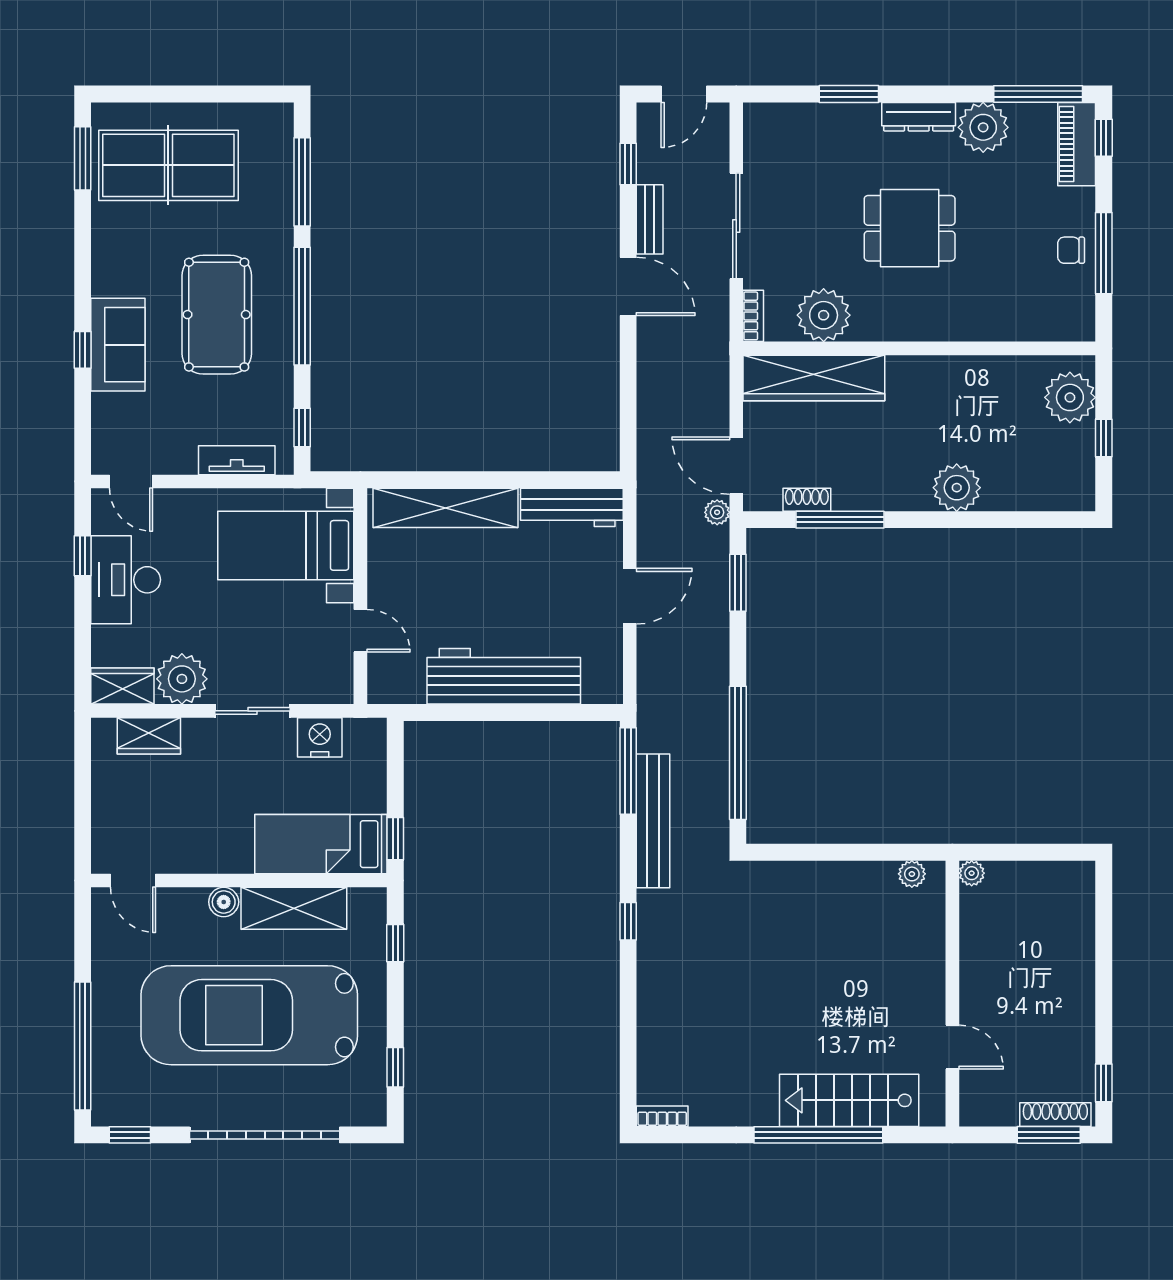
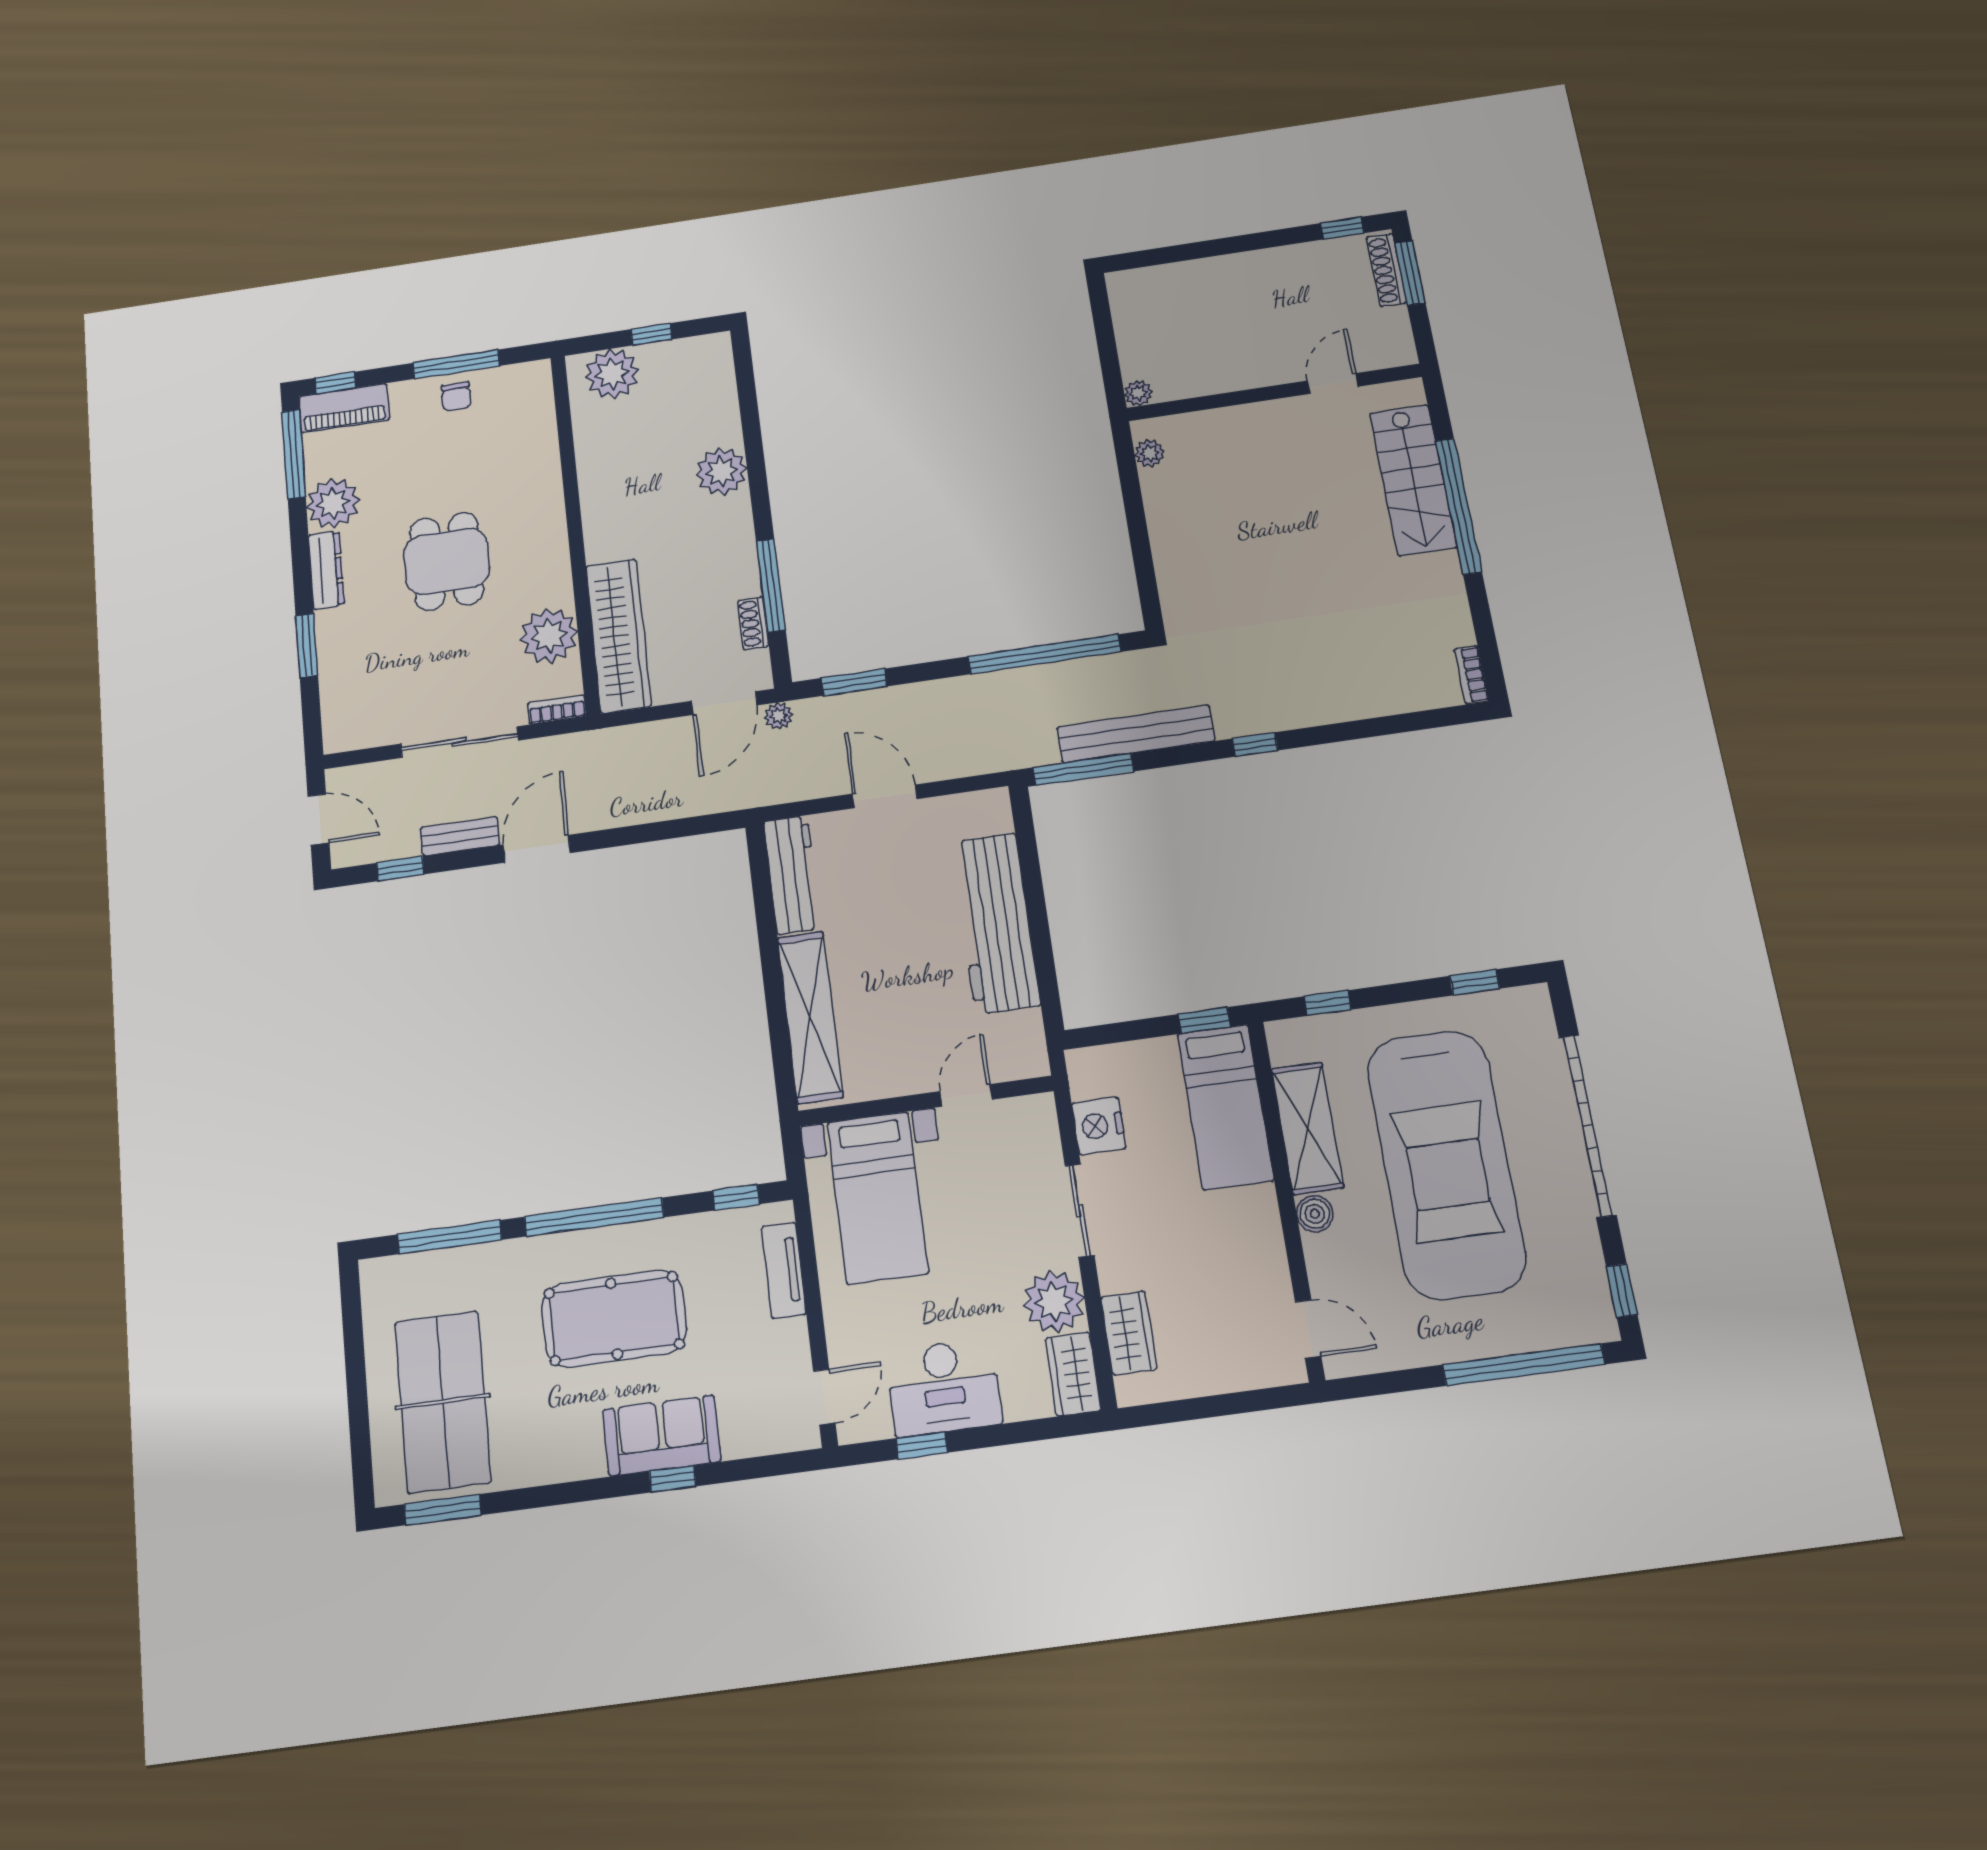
door: (133, 881) -> (1308, 1329), hinge flipped

